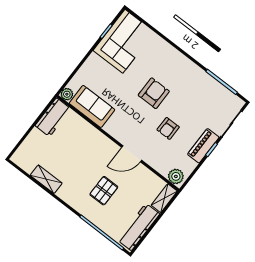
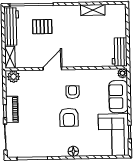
floor lamp: (176, 57) -> (73, 151), added
sofa: (92, 106) -> (118, 97), moved, turned 90
armchair: (168, 128) -> (73, 92), moved
pallet: (104, 191) -> (42, 27), moved, turned 90

